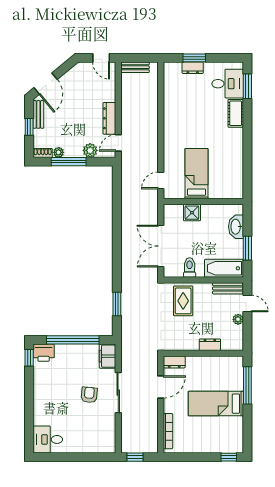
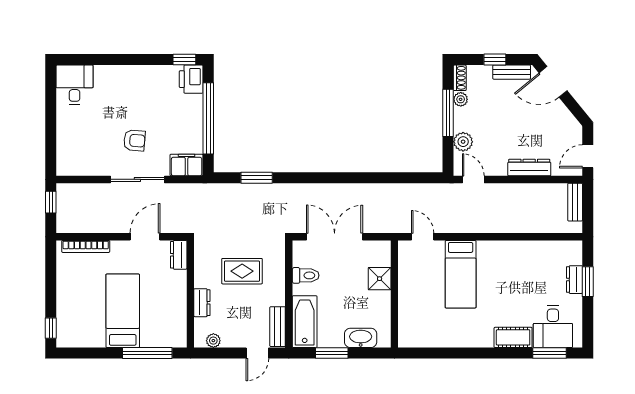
dresser: (109, 118) -> (529, 167), moved
bed: (196, 174) -> (461, 274), moved, turned 90
rug: (183, 301) -> (242, 271), moved
plant: (238, 319) -> (213, 341), moved
door: (161, 387) -> (145, 237), swing flipped

